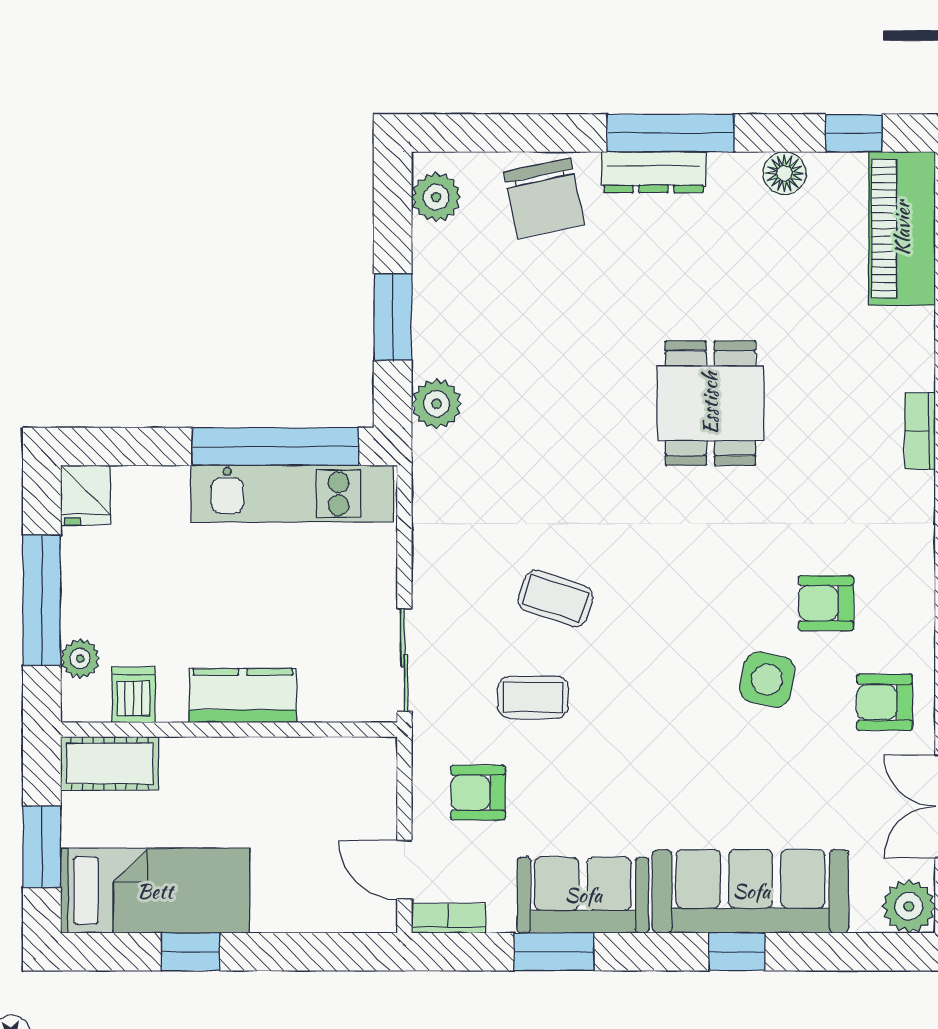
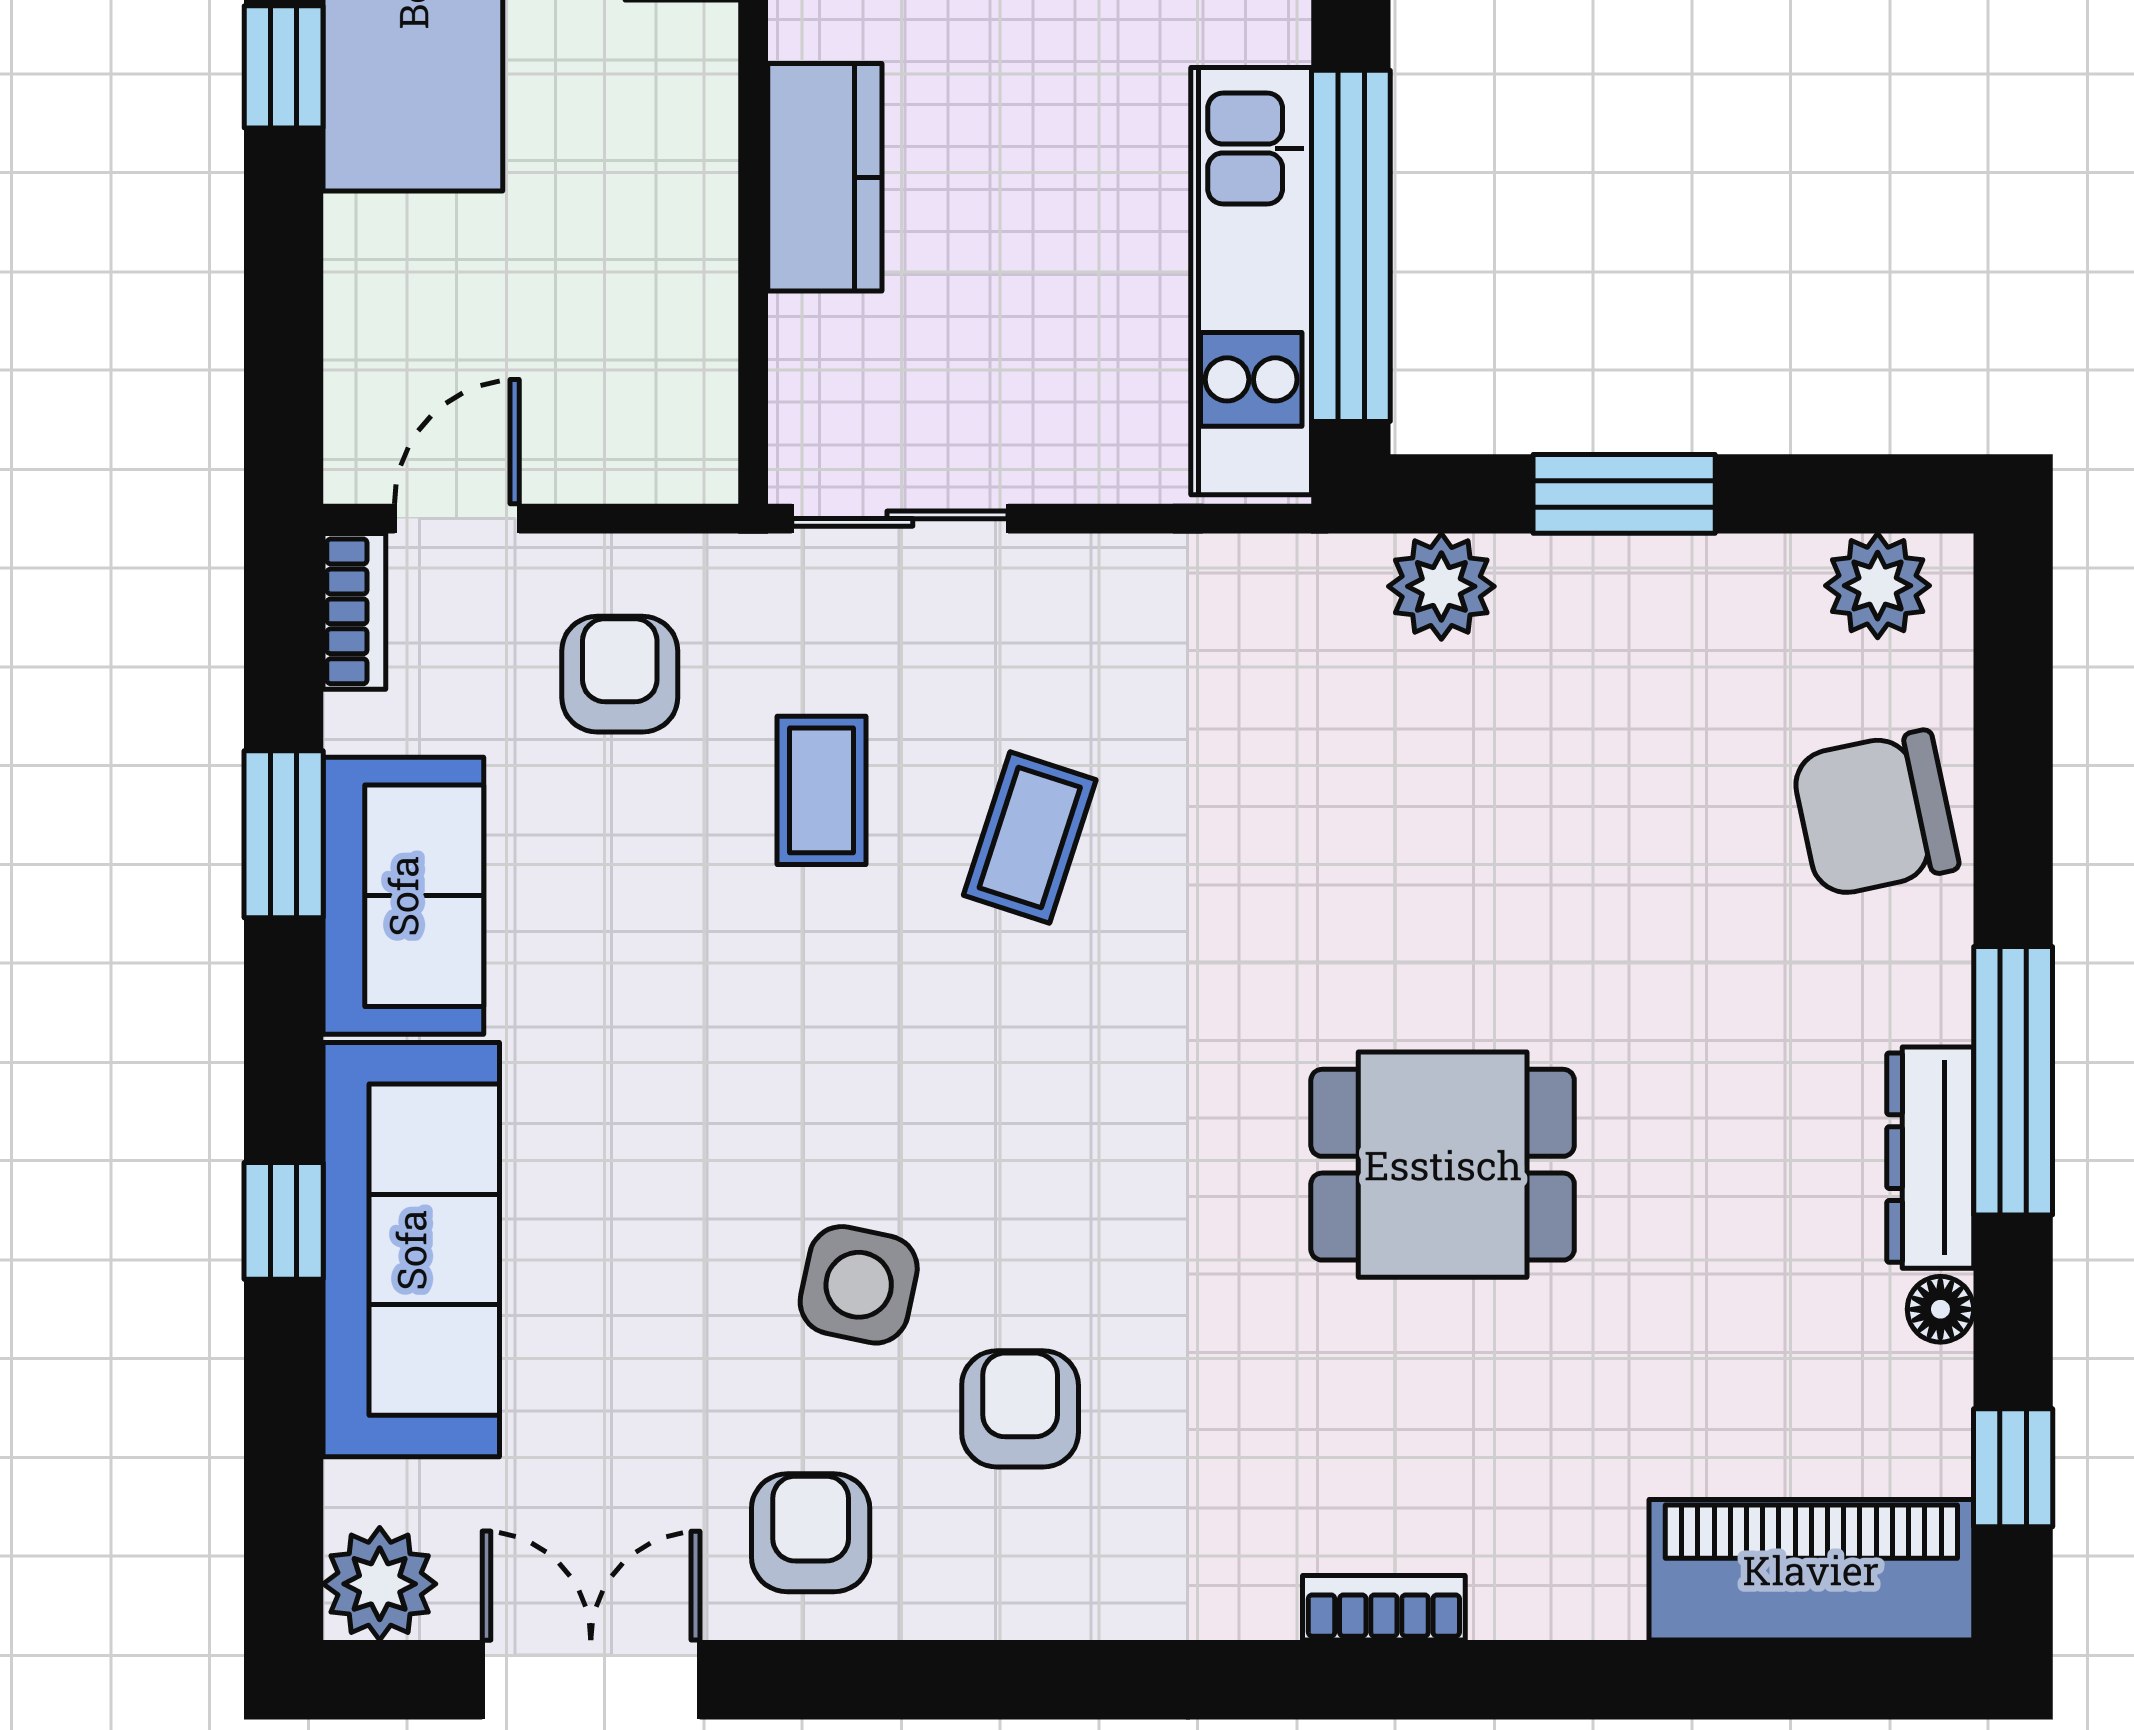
dresser: (654, 172) -> (1930, 1158), moved
floor lamp: (785, 173) -> (1940, 1309), width x0.73, depth x0.73

